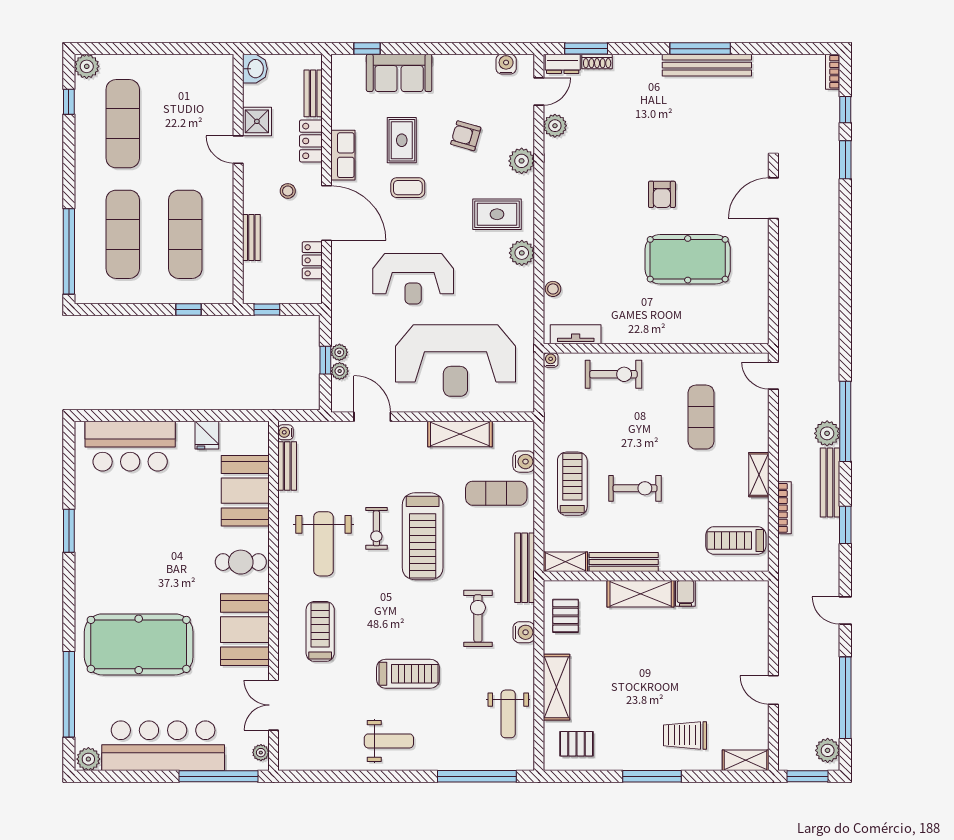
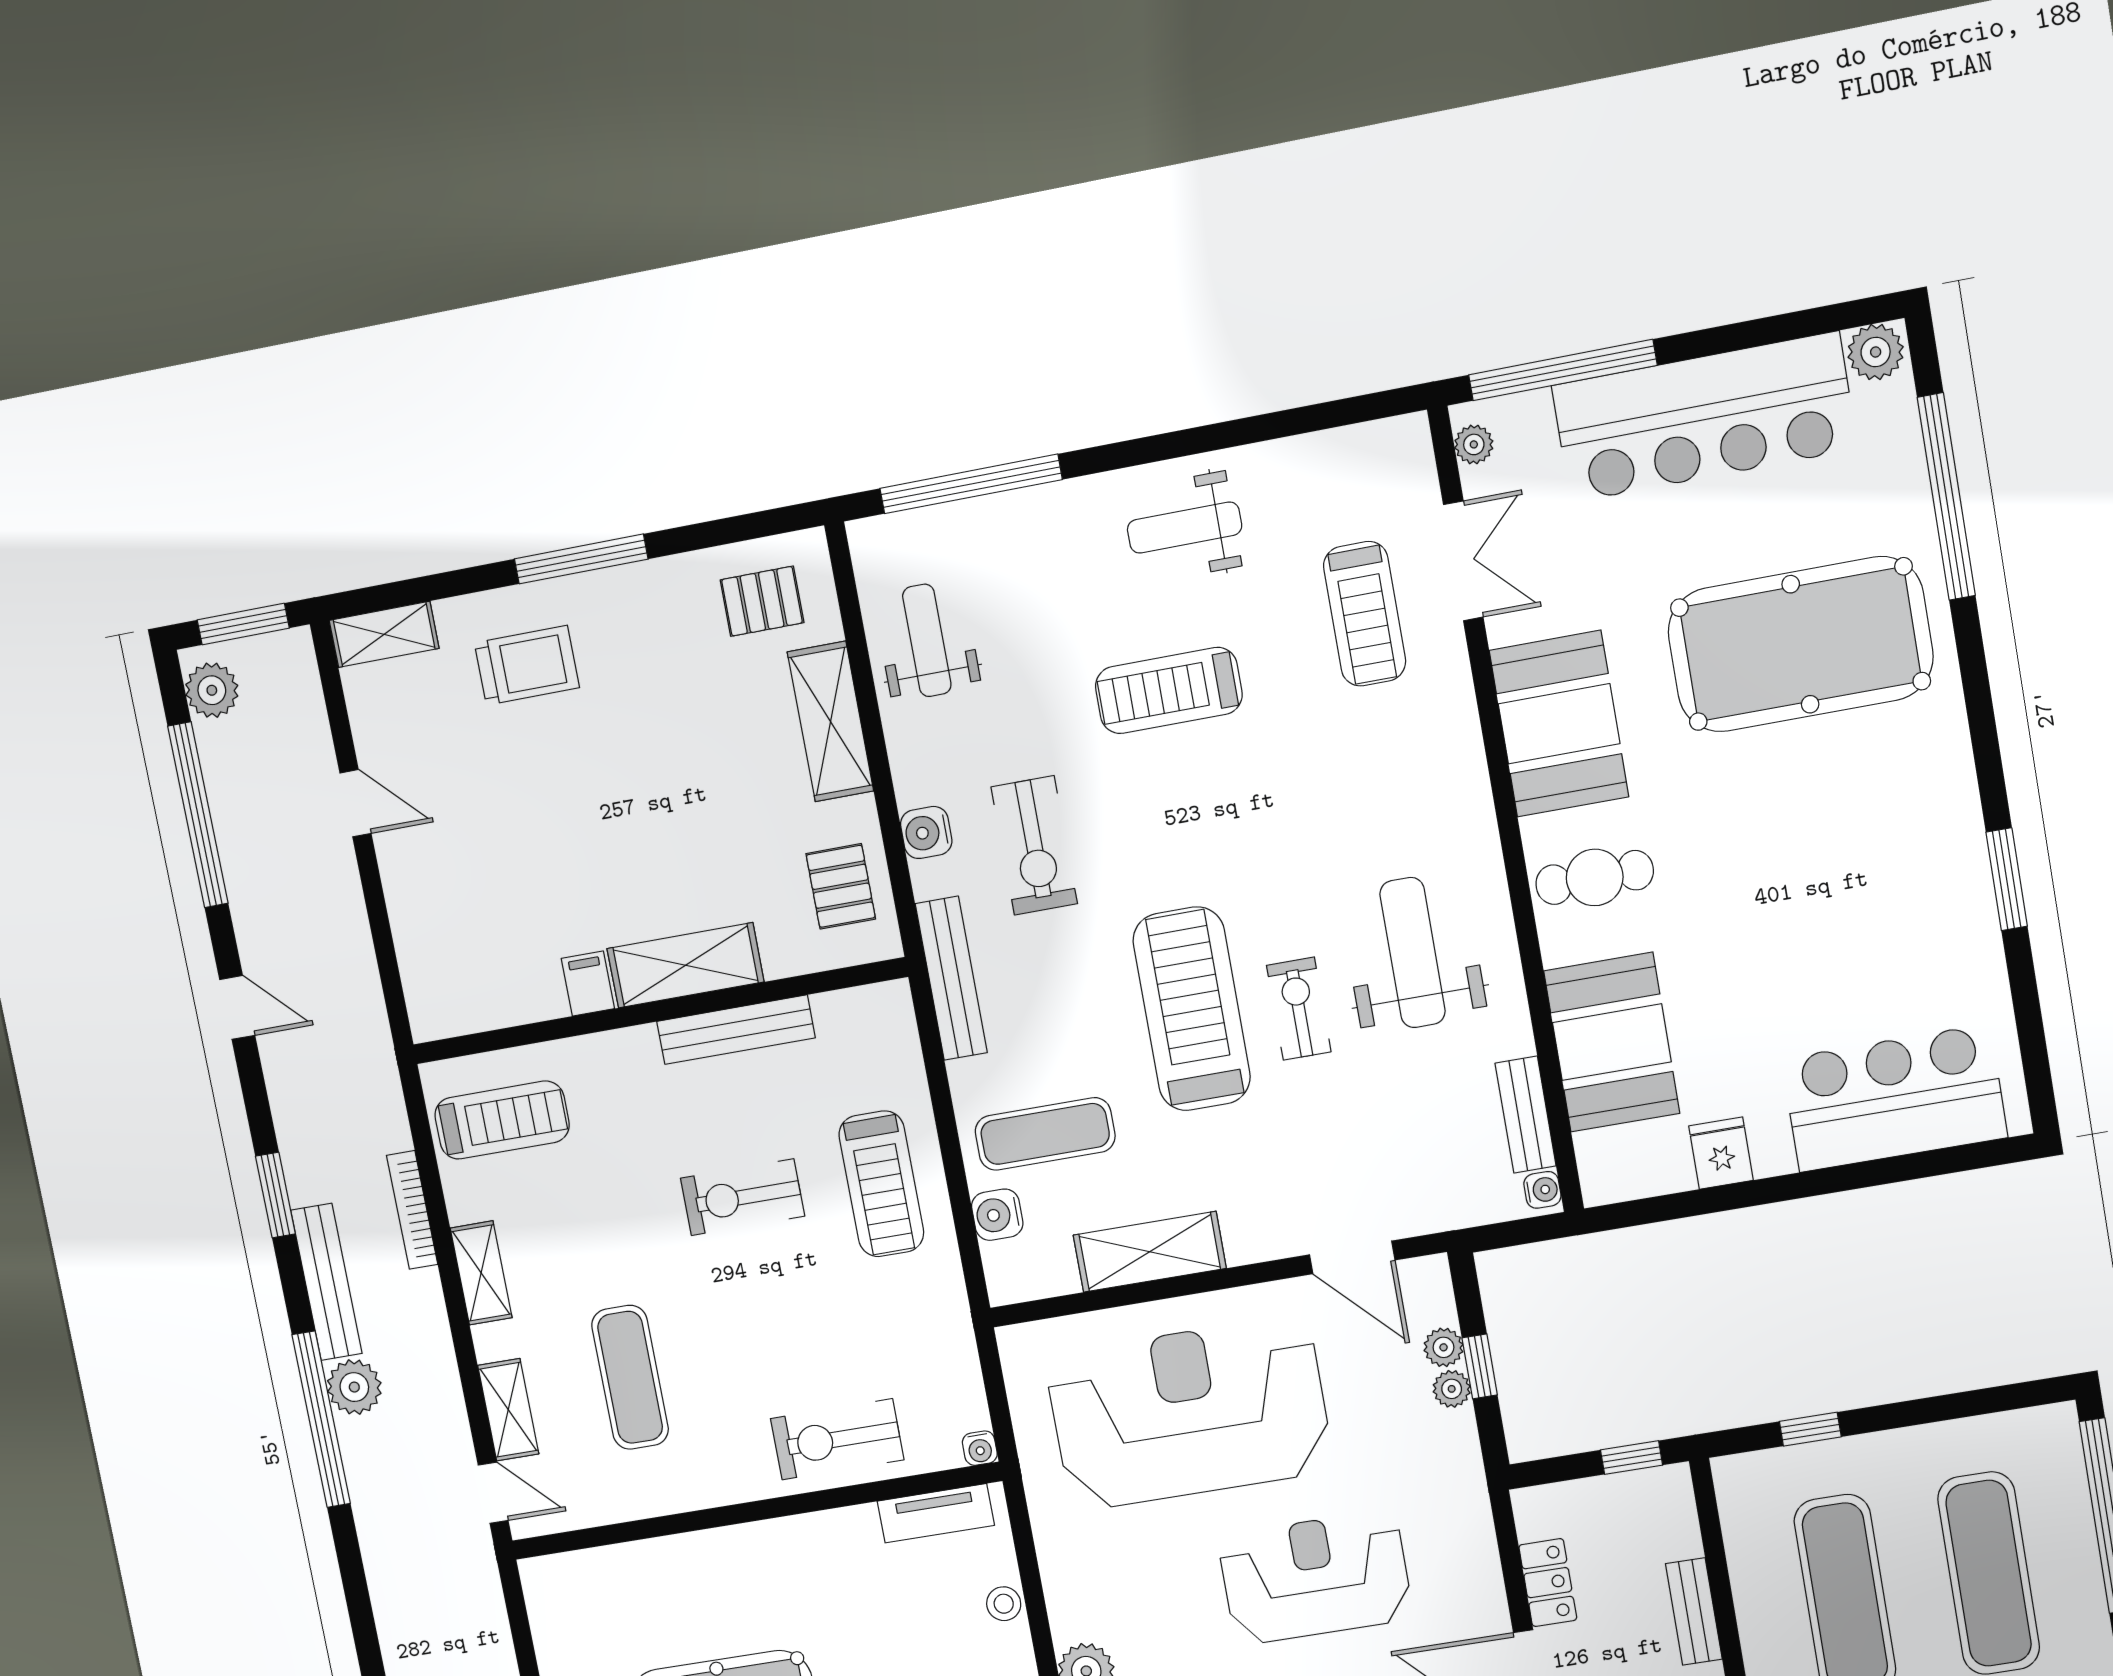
shelving: (565, 562) -> (508, 1410), moved, turned 90
treadmill: (320, 631) -> (1365, 614), moved

